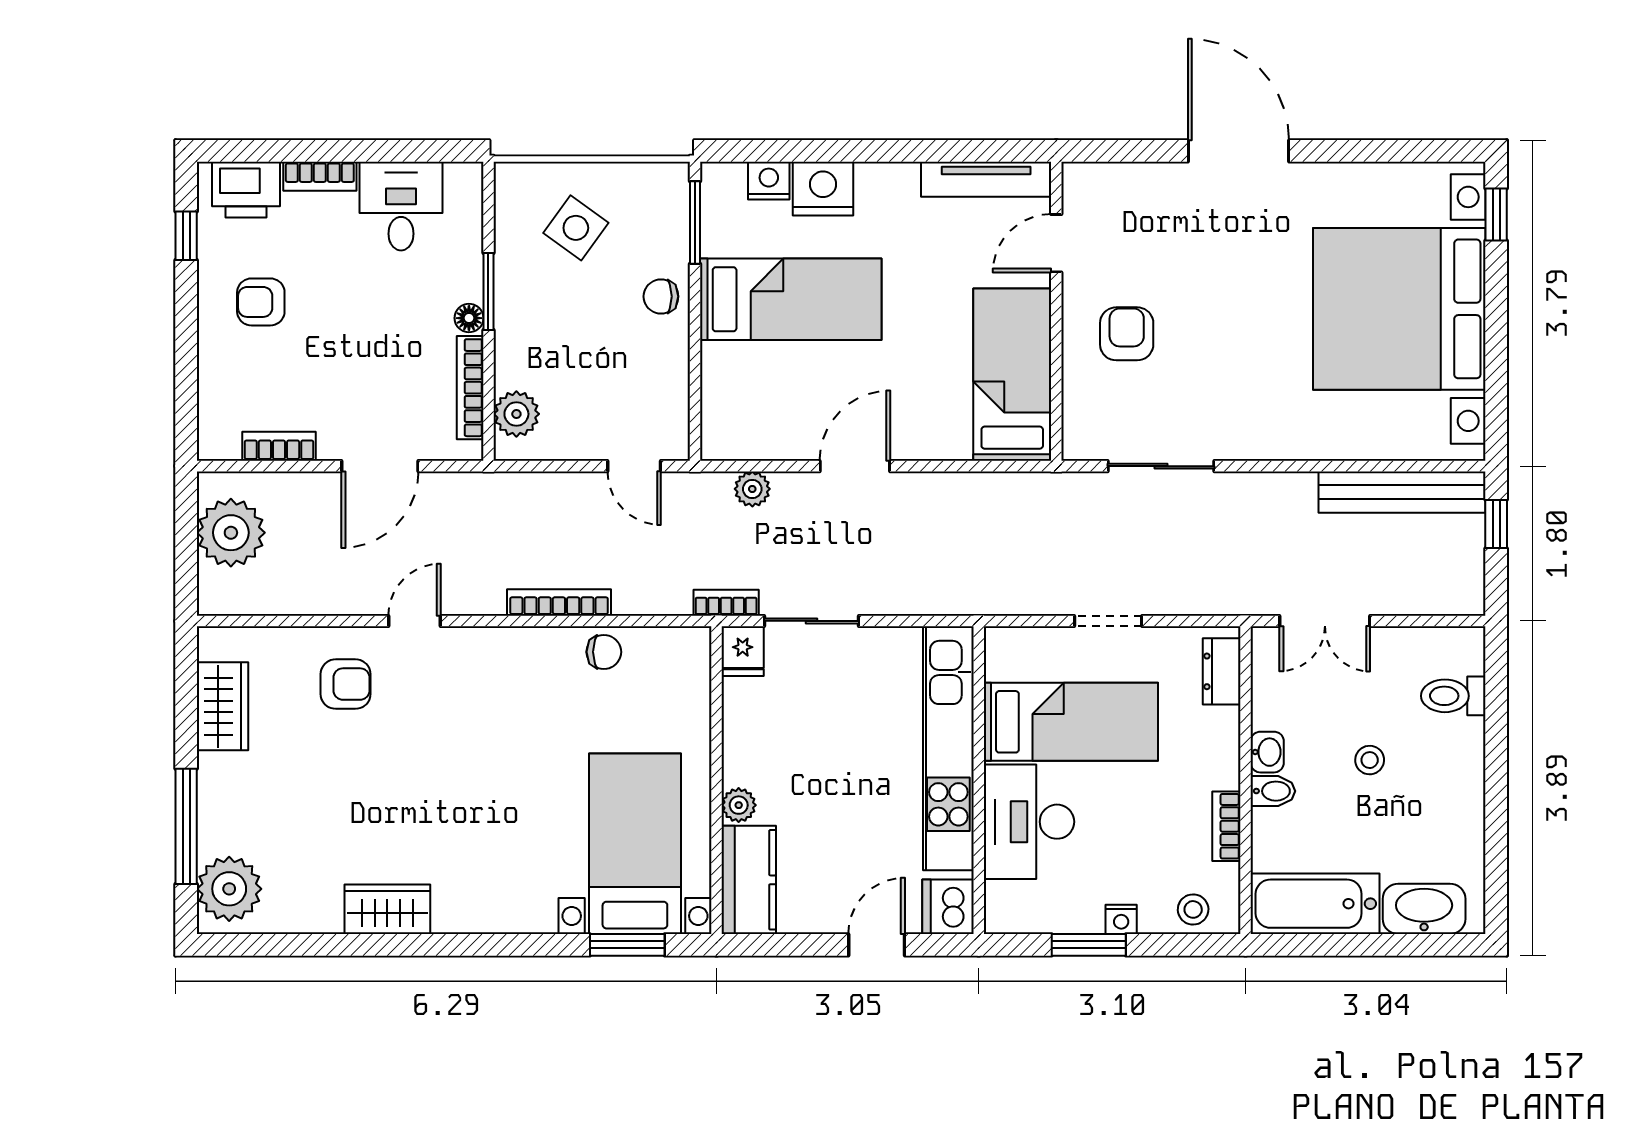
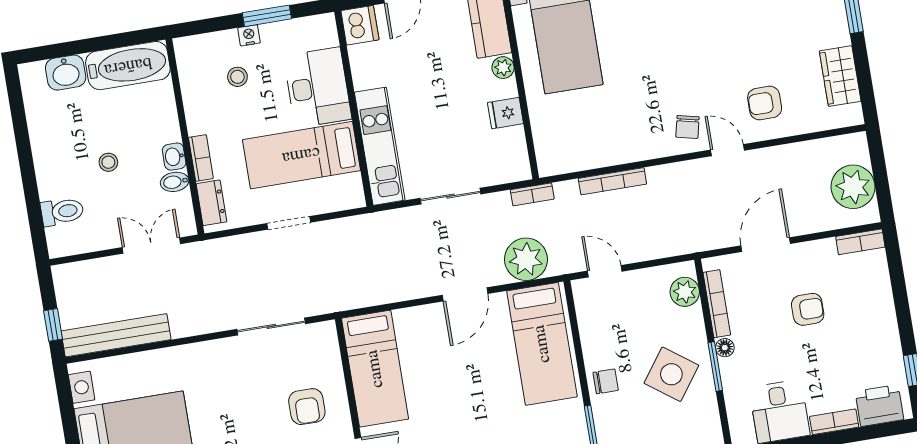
side table: (576, 228) -> (671, 374), moved, width x1.37, depth x1.37
bed: (791, 299) -> (542, 344), moved, turned -90
armchair: (261, 302) -> (808, 309), moved
bookcase: (279, 446) -> (860, 242), moved
plant: (752, 489) -> (526, 259), width x1.87, depth x1.87
bookcase: (559, 602) -> (612, 181), moved
door: (415, 621) -> (728, 150), swing flipped
sliding door: (812, 621) -> (450, 196), moved
fridge: (743, 651) -> (505, 113), moved, turned -90
chair: (604, 652) -> (687, 127), moved, turned -77
kitchen unit: (948, 748) -> (380, 146), width x0.73
bidet: (1273, 791) -> (175, 182), moved
bookcase: (1226, 826) -> (201, 158), moved
stool: (1193, 909) -> (237, 77), moved
washbasin: (1424, 909) -> (66, 73), width x0.72

